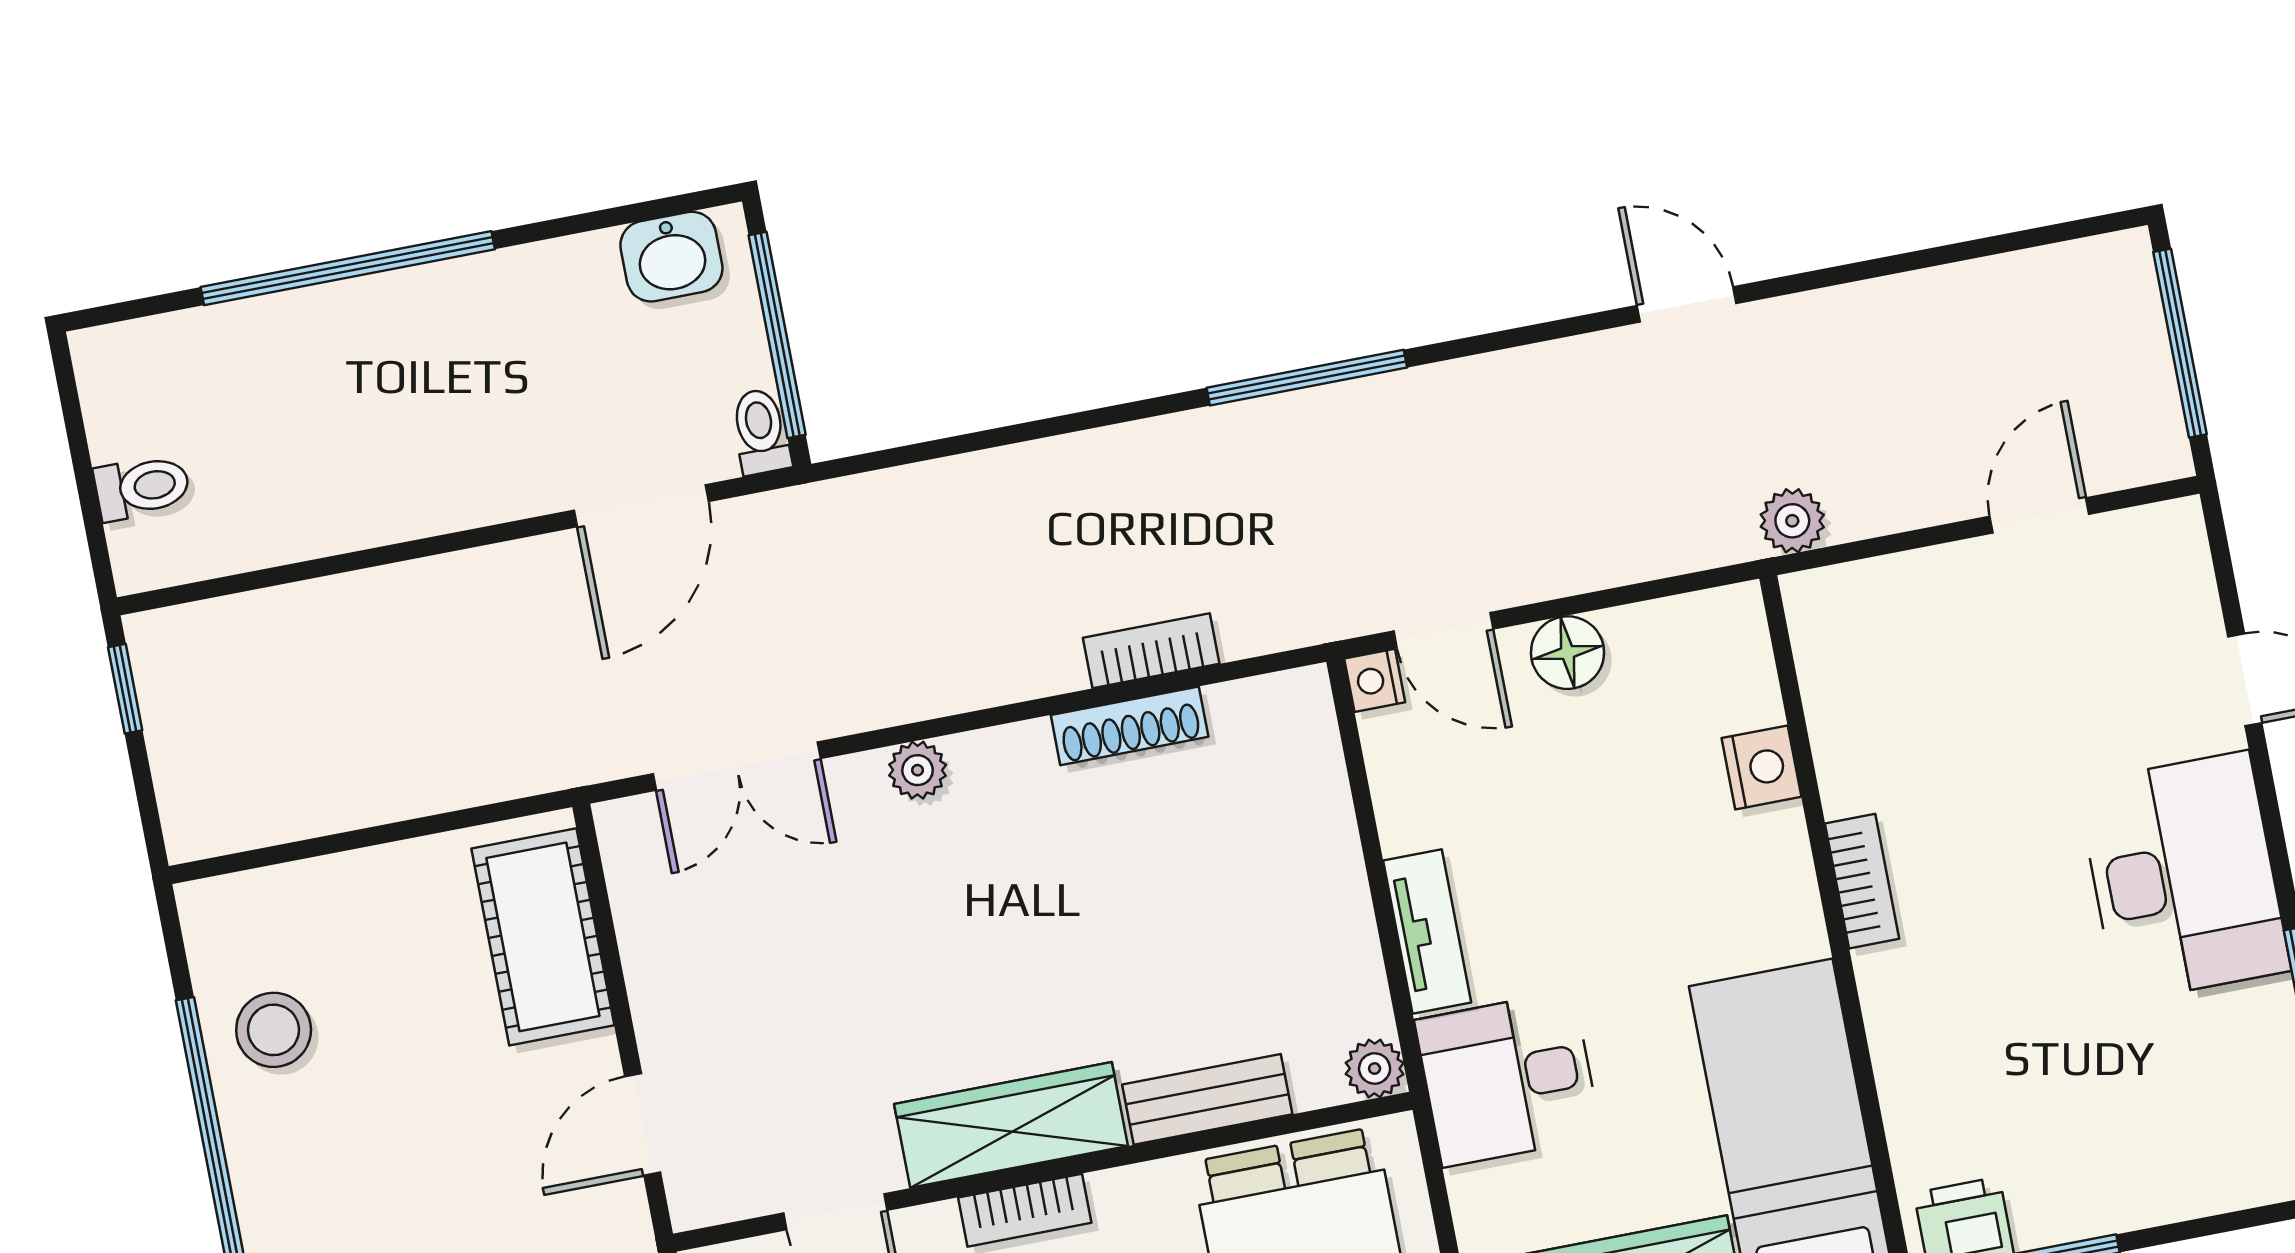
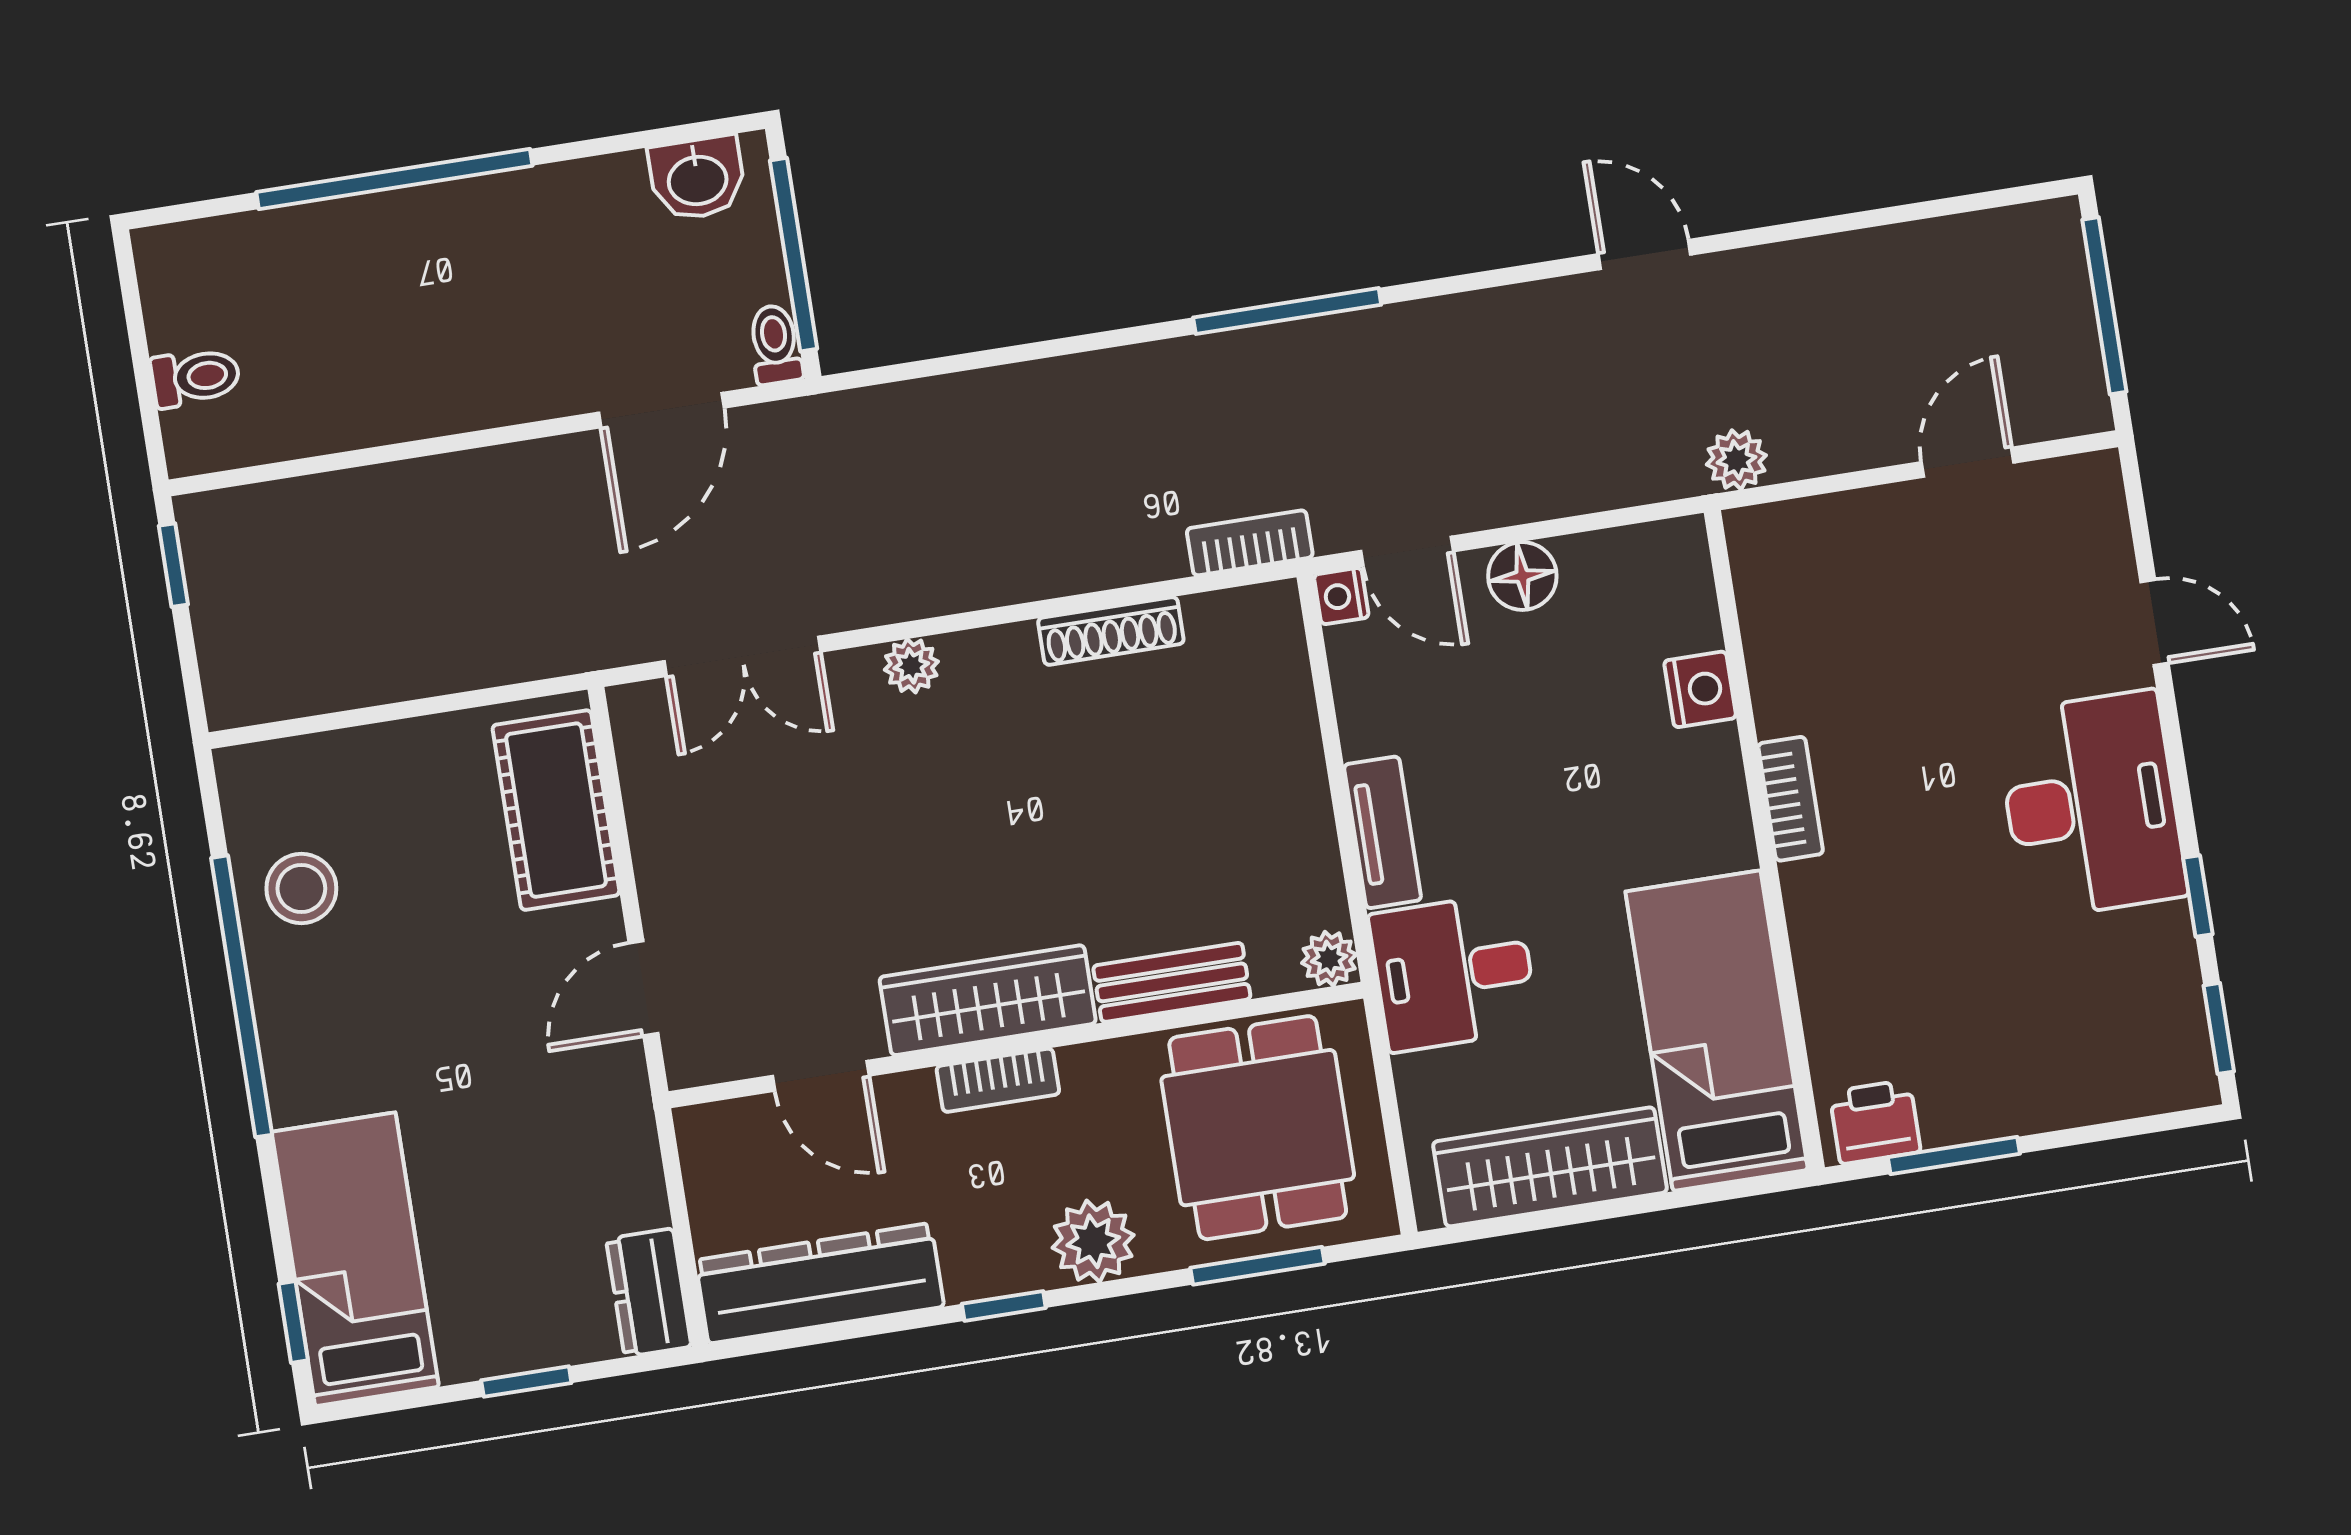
bookcase: (1151, 651) -> (1250, 543), moved

